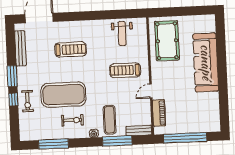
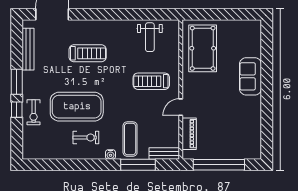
sofa: (206, 62) -> (250, 76), width x0.54, depth x0.79
window: (53, 144) -> (62, 165), removed

